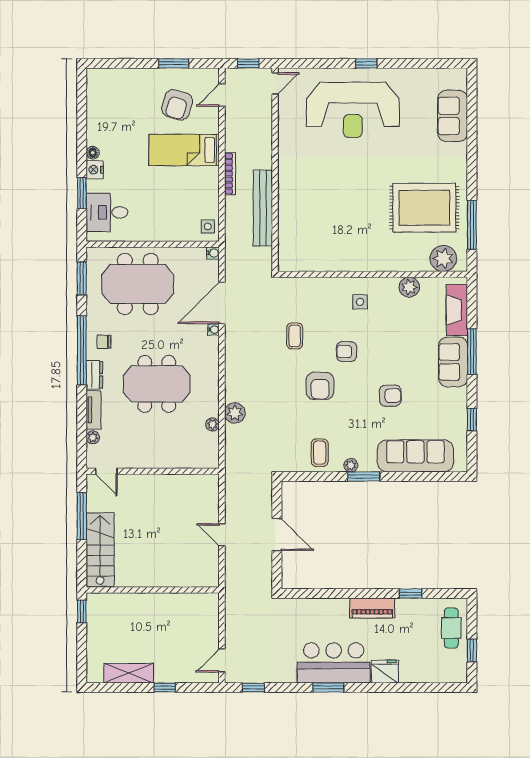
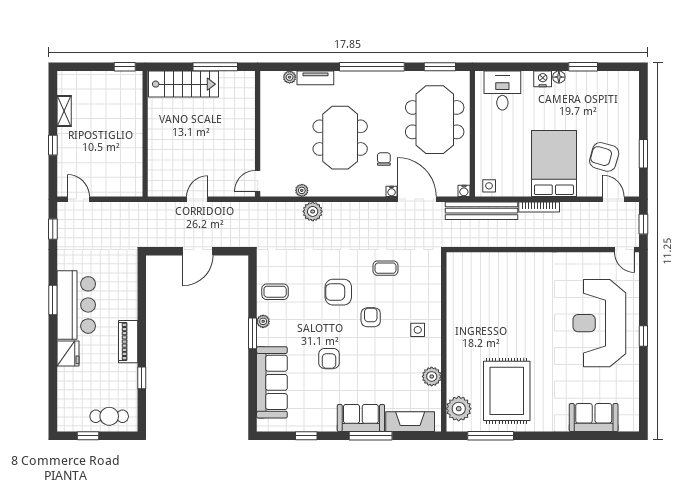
bed: (184, 150) -> (554, 164), width x1.50
window: (82, 193) -> (583, 67), moved
bench: (263, 208) -> (481, 211), moved
chair: (104, 342) -> (384, 159), moved
dresser: (94, 375) -> (349, 79), removed
door: (106, 471) -> (258, 181), moved
shelving: (129, 673) -> (64, 111), width x0.67, depth x0.75

